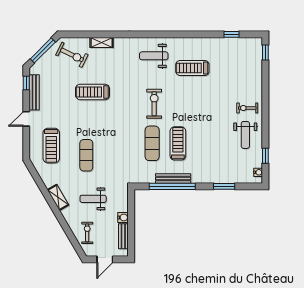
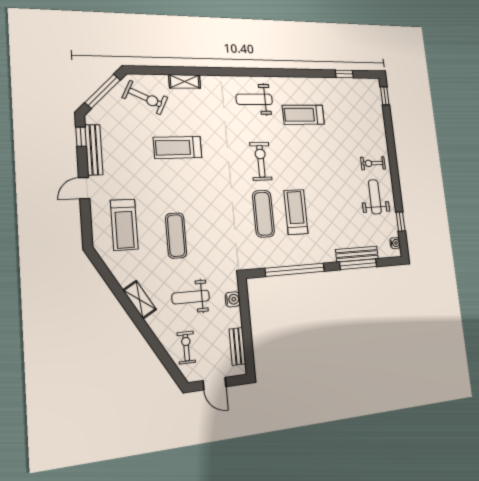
weight bench: (245, 135) -> (375, 197), turned 180
bench: (173, 179) -> (357, 254), moved
window: (224, 186) -> (358, 264), width x1.44
water cooler: (123, 217) -> (233, 299), moved
door: (105, 259) -> (215, 384), hinge flipped

